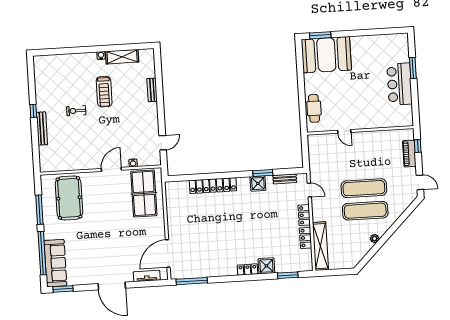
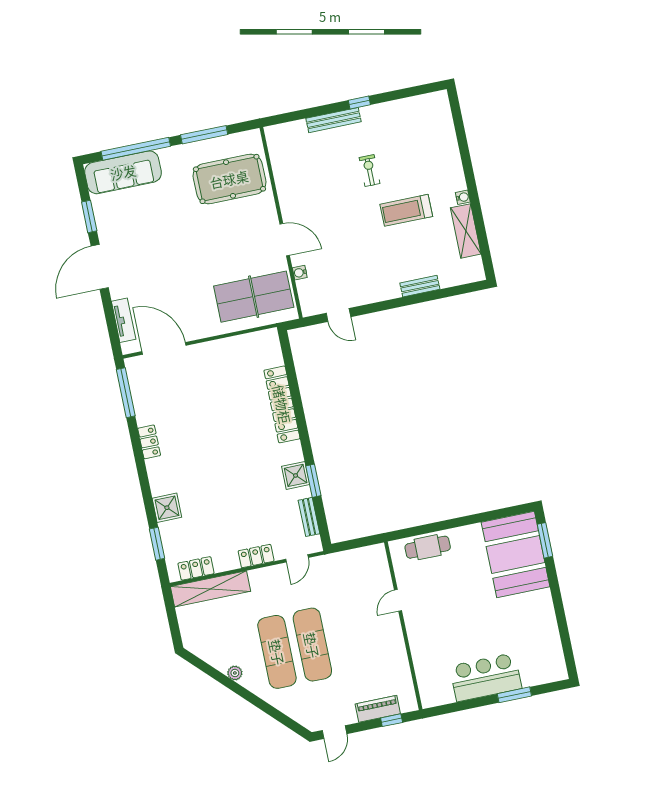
locker: (306, 238) -> (196, 568), moved
locker: (247, 270) -> (149, 442), moved
window: (63, 289) -> (89, 216), moved

